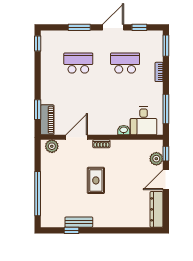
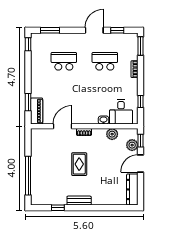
window: (79, 27) -> (50, 30), moved
window: (166, 109) -> (141, 102), width x0.46
plant: (52, 146) -> (112, 134), moved
bench: (79, 222) -> (79, 201), moved

